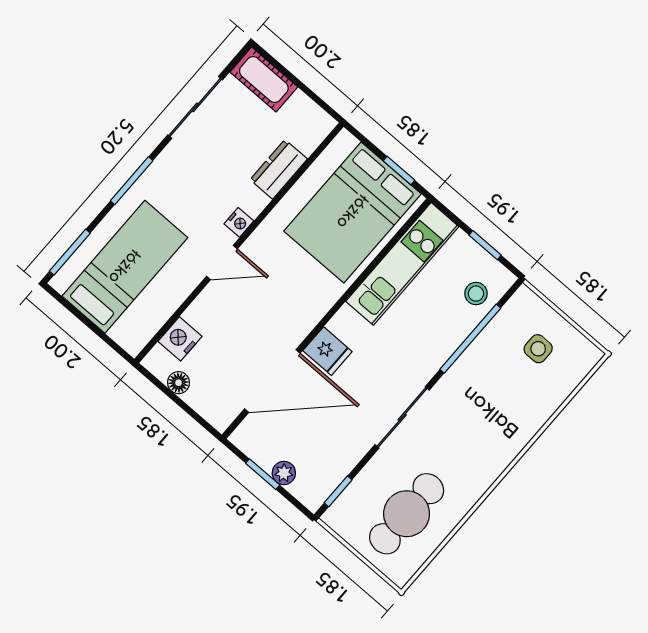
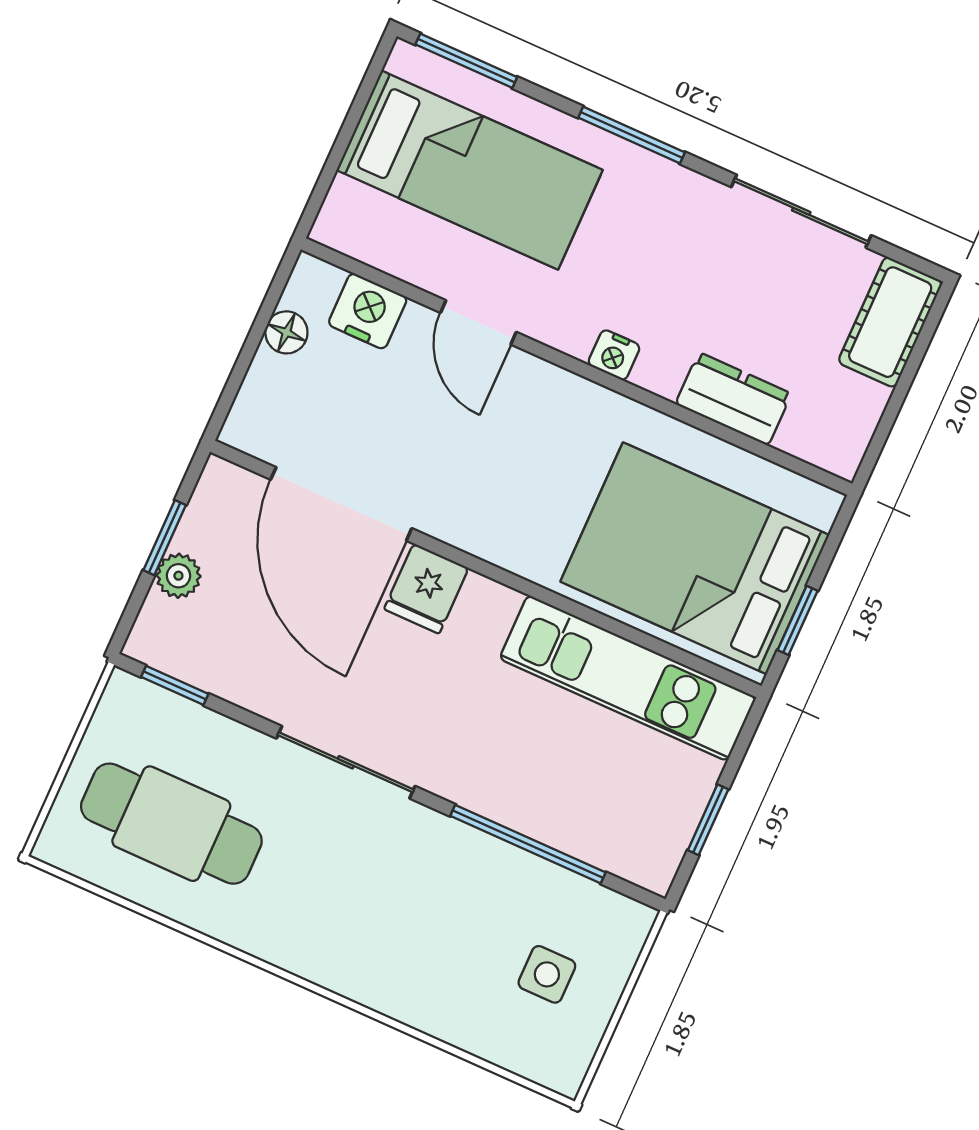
door: (222, 263) -> (478, 322), moved
stool: (476, 294) -> (614, 830), removed

